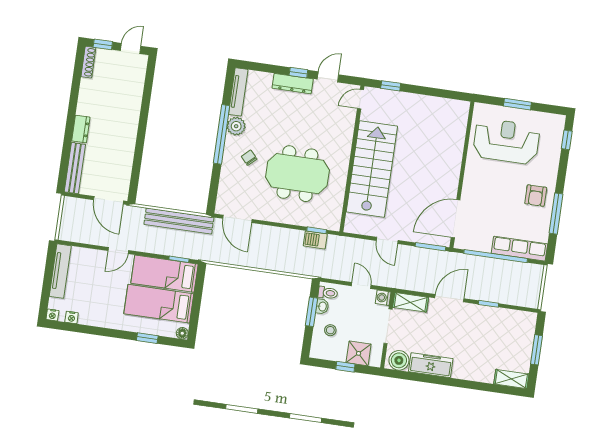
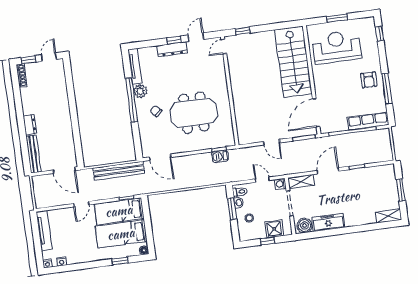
stairs: (372, 169) -> (293, 62), moved, turned 180

